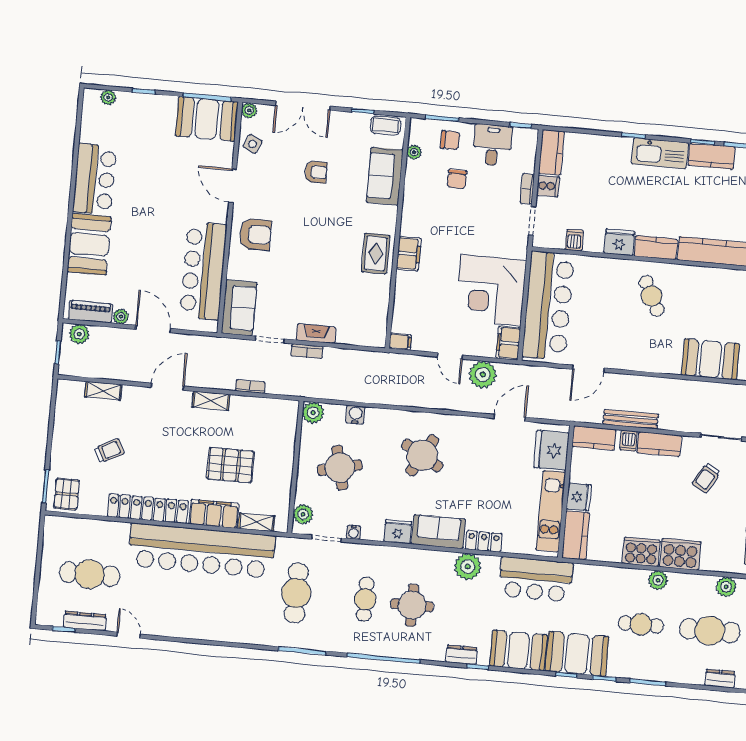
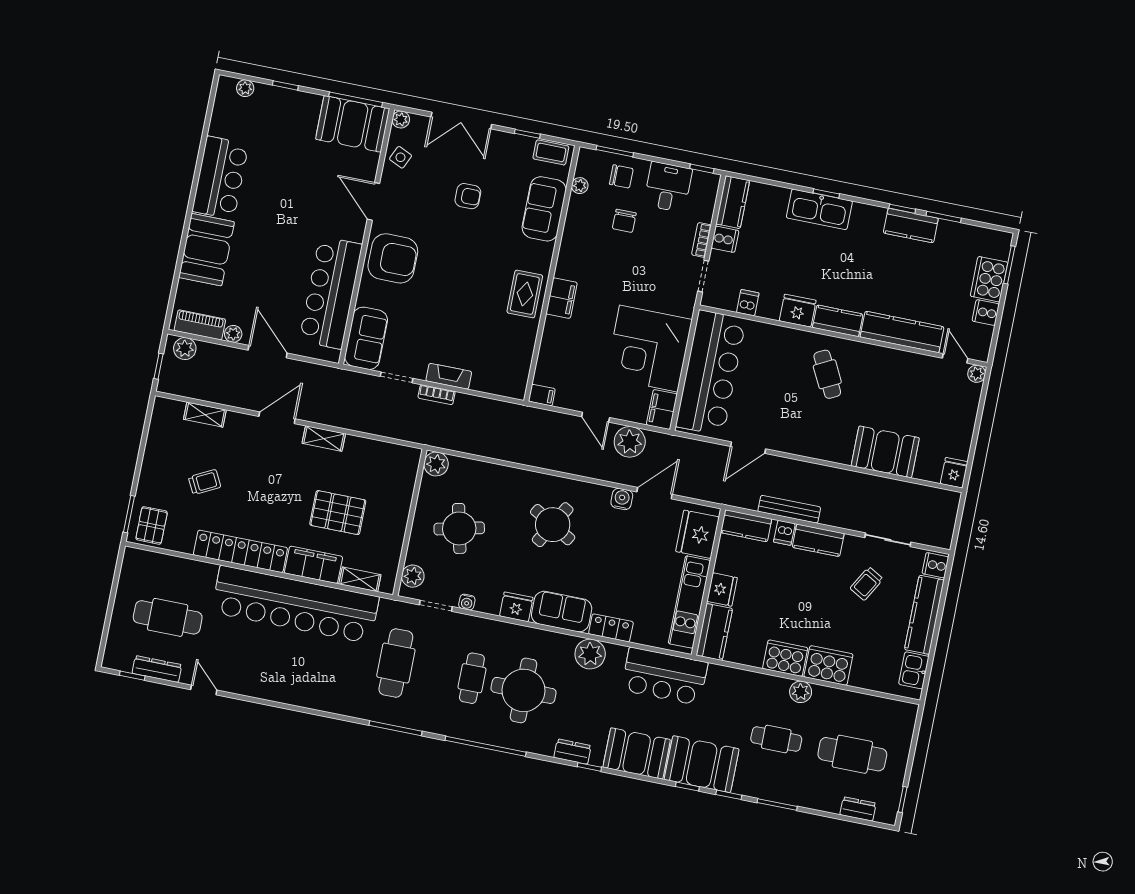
kitchen sink: (660, 153) -> (819, 209), moved
armchair: (255, 234) -> (393, 258), width x1.36, depth x1.36
bookcase: (250, 386) -> (369, 427), removed
water cooler: (355, 415) -> (622, 499), moved
plant: (726, 587) -> (876, 707), removed
round table: (412, 605) -> (524, 690), width x1.36, depth x1.36

